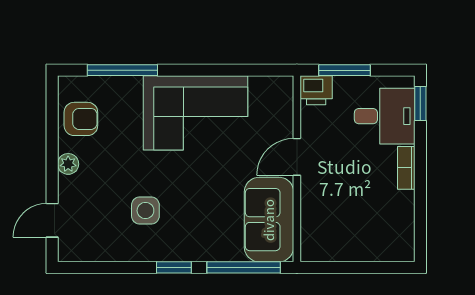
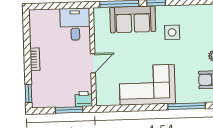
desk: (385, 116) -> (75, 24), moved, turned 90
sofa: (269, 220) -> (133, 19), moved, turned 90

